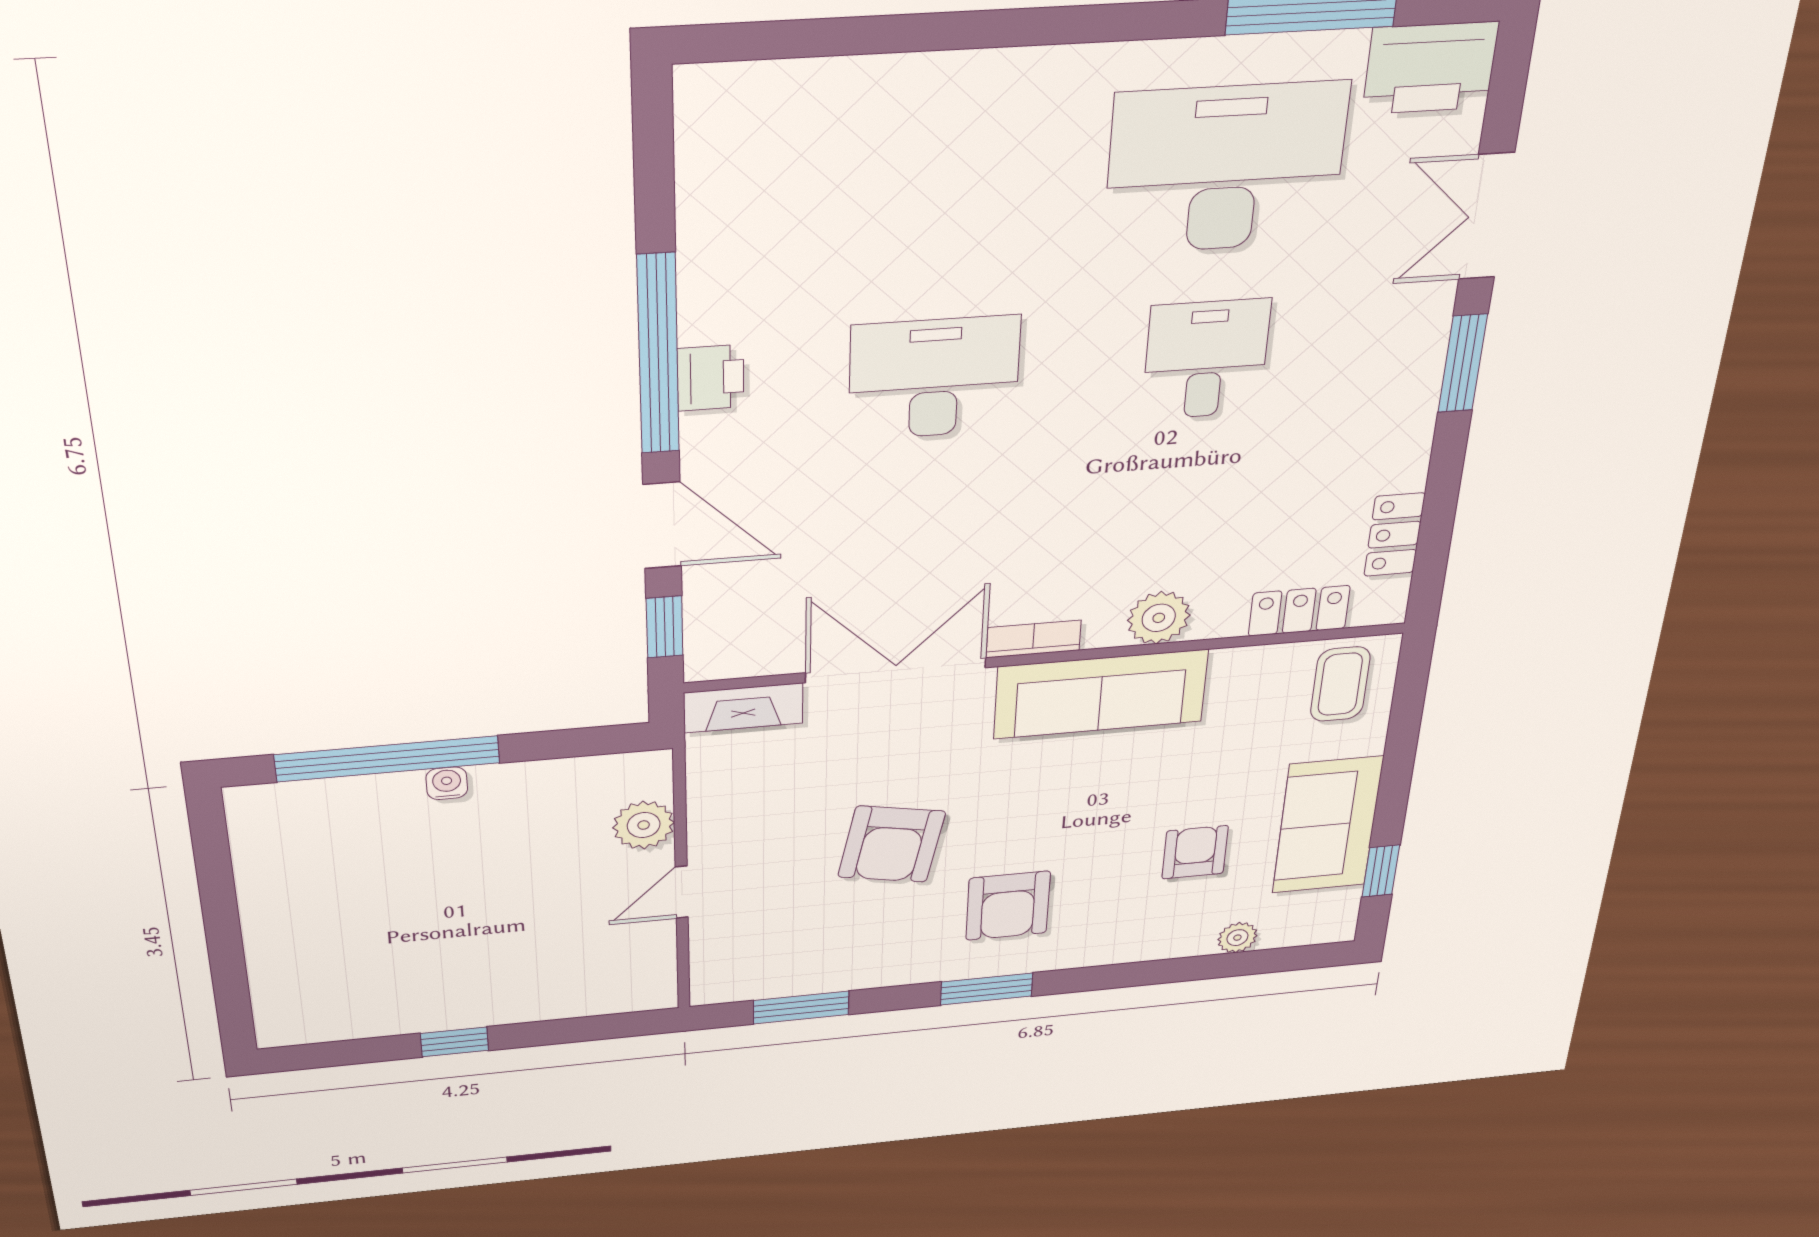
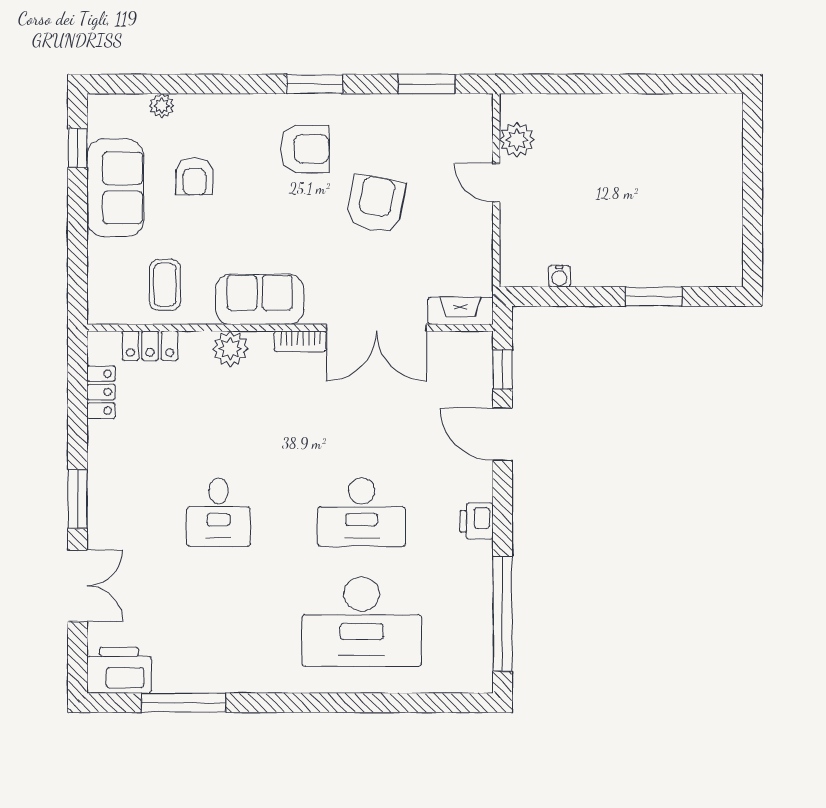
desk: (1225, 168) -> (362, 622), moved
window: (658, 355) -> (503, 614), moved
coffee table: (1340, 684) -> (165, 285), moved
sofa: (1101, 694) -> (260, 299), width x0.73
window: (387, 759) -> (654, 297), width x0.47
water cooler: (447, 783) -> (559, 276), moved
plant: (644, 825) -> (517, 140), moved
door: (682, 892) -> (496, 183), swing flipped
armchair: (1008, 906) -> (305, 149), turned 90
window: (455, 1042) -> (631, 84), removed

